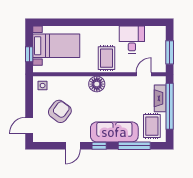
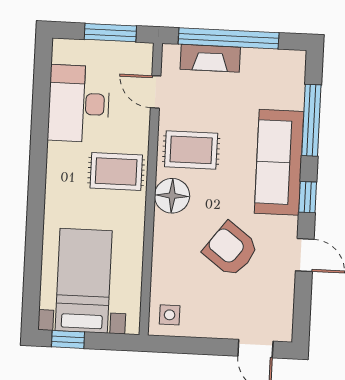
desk: (132, 40) -> (79, 104), width x1.37
window: (29, 54) -> (68, 339), moved
armchair: (60, 111) -> (231, 249), moved
rug: (152, 126) -> (191, 150), moved

